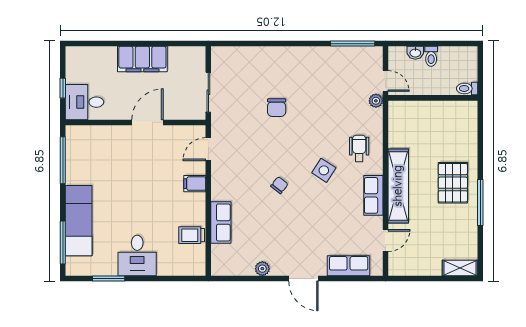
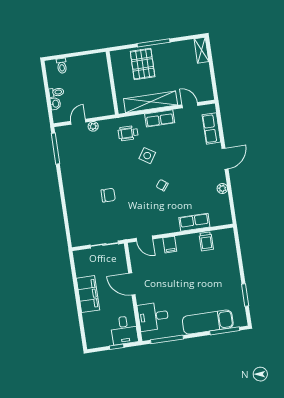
toilet: (467, 88) -> (62, 66), moved
wall: (433, 98) -> (112, 83), moved
pallet: (453, 183) -> (143, 64), turned 90
desk: (137, 255) -> (153, 316), moved, turned 180

